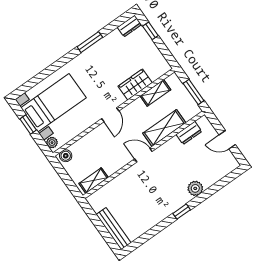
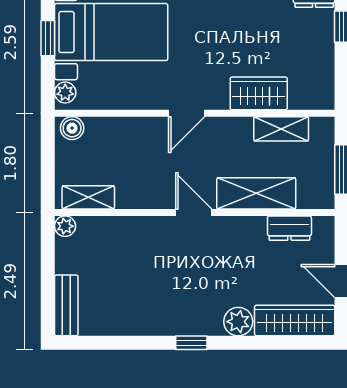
wardrobe: (219, 171) -> (295, 320), added
plant: (92, 200) -> (65, 226), added
bench: (113, 229) -> (66, 305), width x0.73

